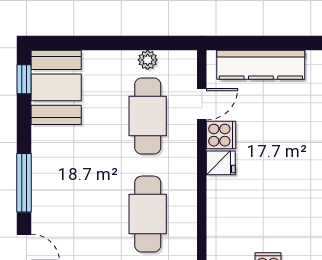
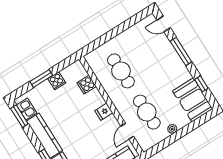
plant: (148, 60) -> (172, 129), moved
window: (24, 79) -> (201, 84), moved
cooker: (221, 135) -> (87, 85), moved

